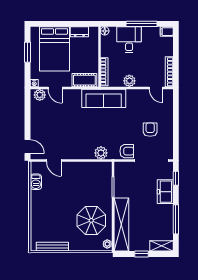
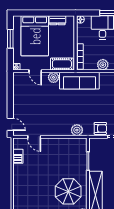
plant: (40, 95) -> (53, 77), moved

